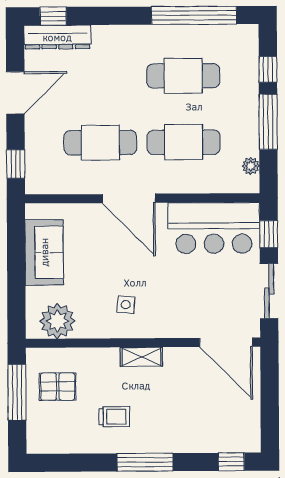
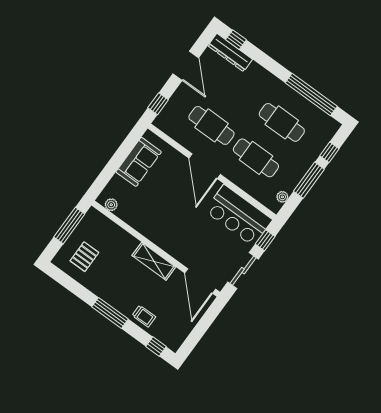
door: (15, 93) -> (186, 66), hinge flipped
side table: (126, 305) -> (162, 222), removed
plant: (57, 321) -> (111, 205), width x0.53, depth x0.53
shelving: (141, 357) -> (154, 261), width x1.50, depth x1.33
pallet: (58, 387) -> (84, 257), moved, turned 90
trolley: (114, 417) -> (144, 316), moved

